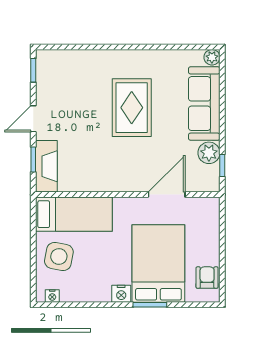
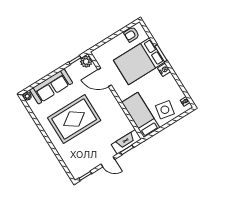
rug: (132, 108) -> (74, 119), width x1.37, depth x1.44
plant: (209, 153) -> (86, 61), moved

